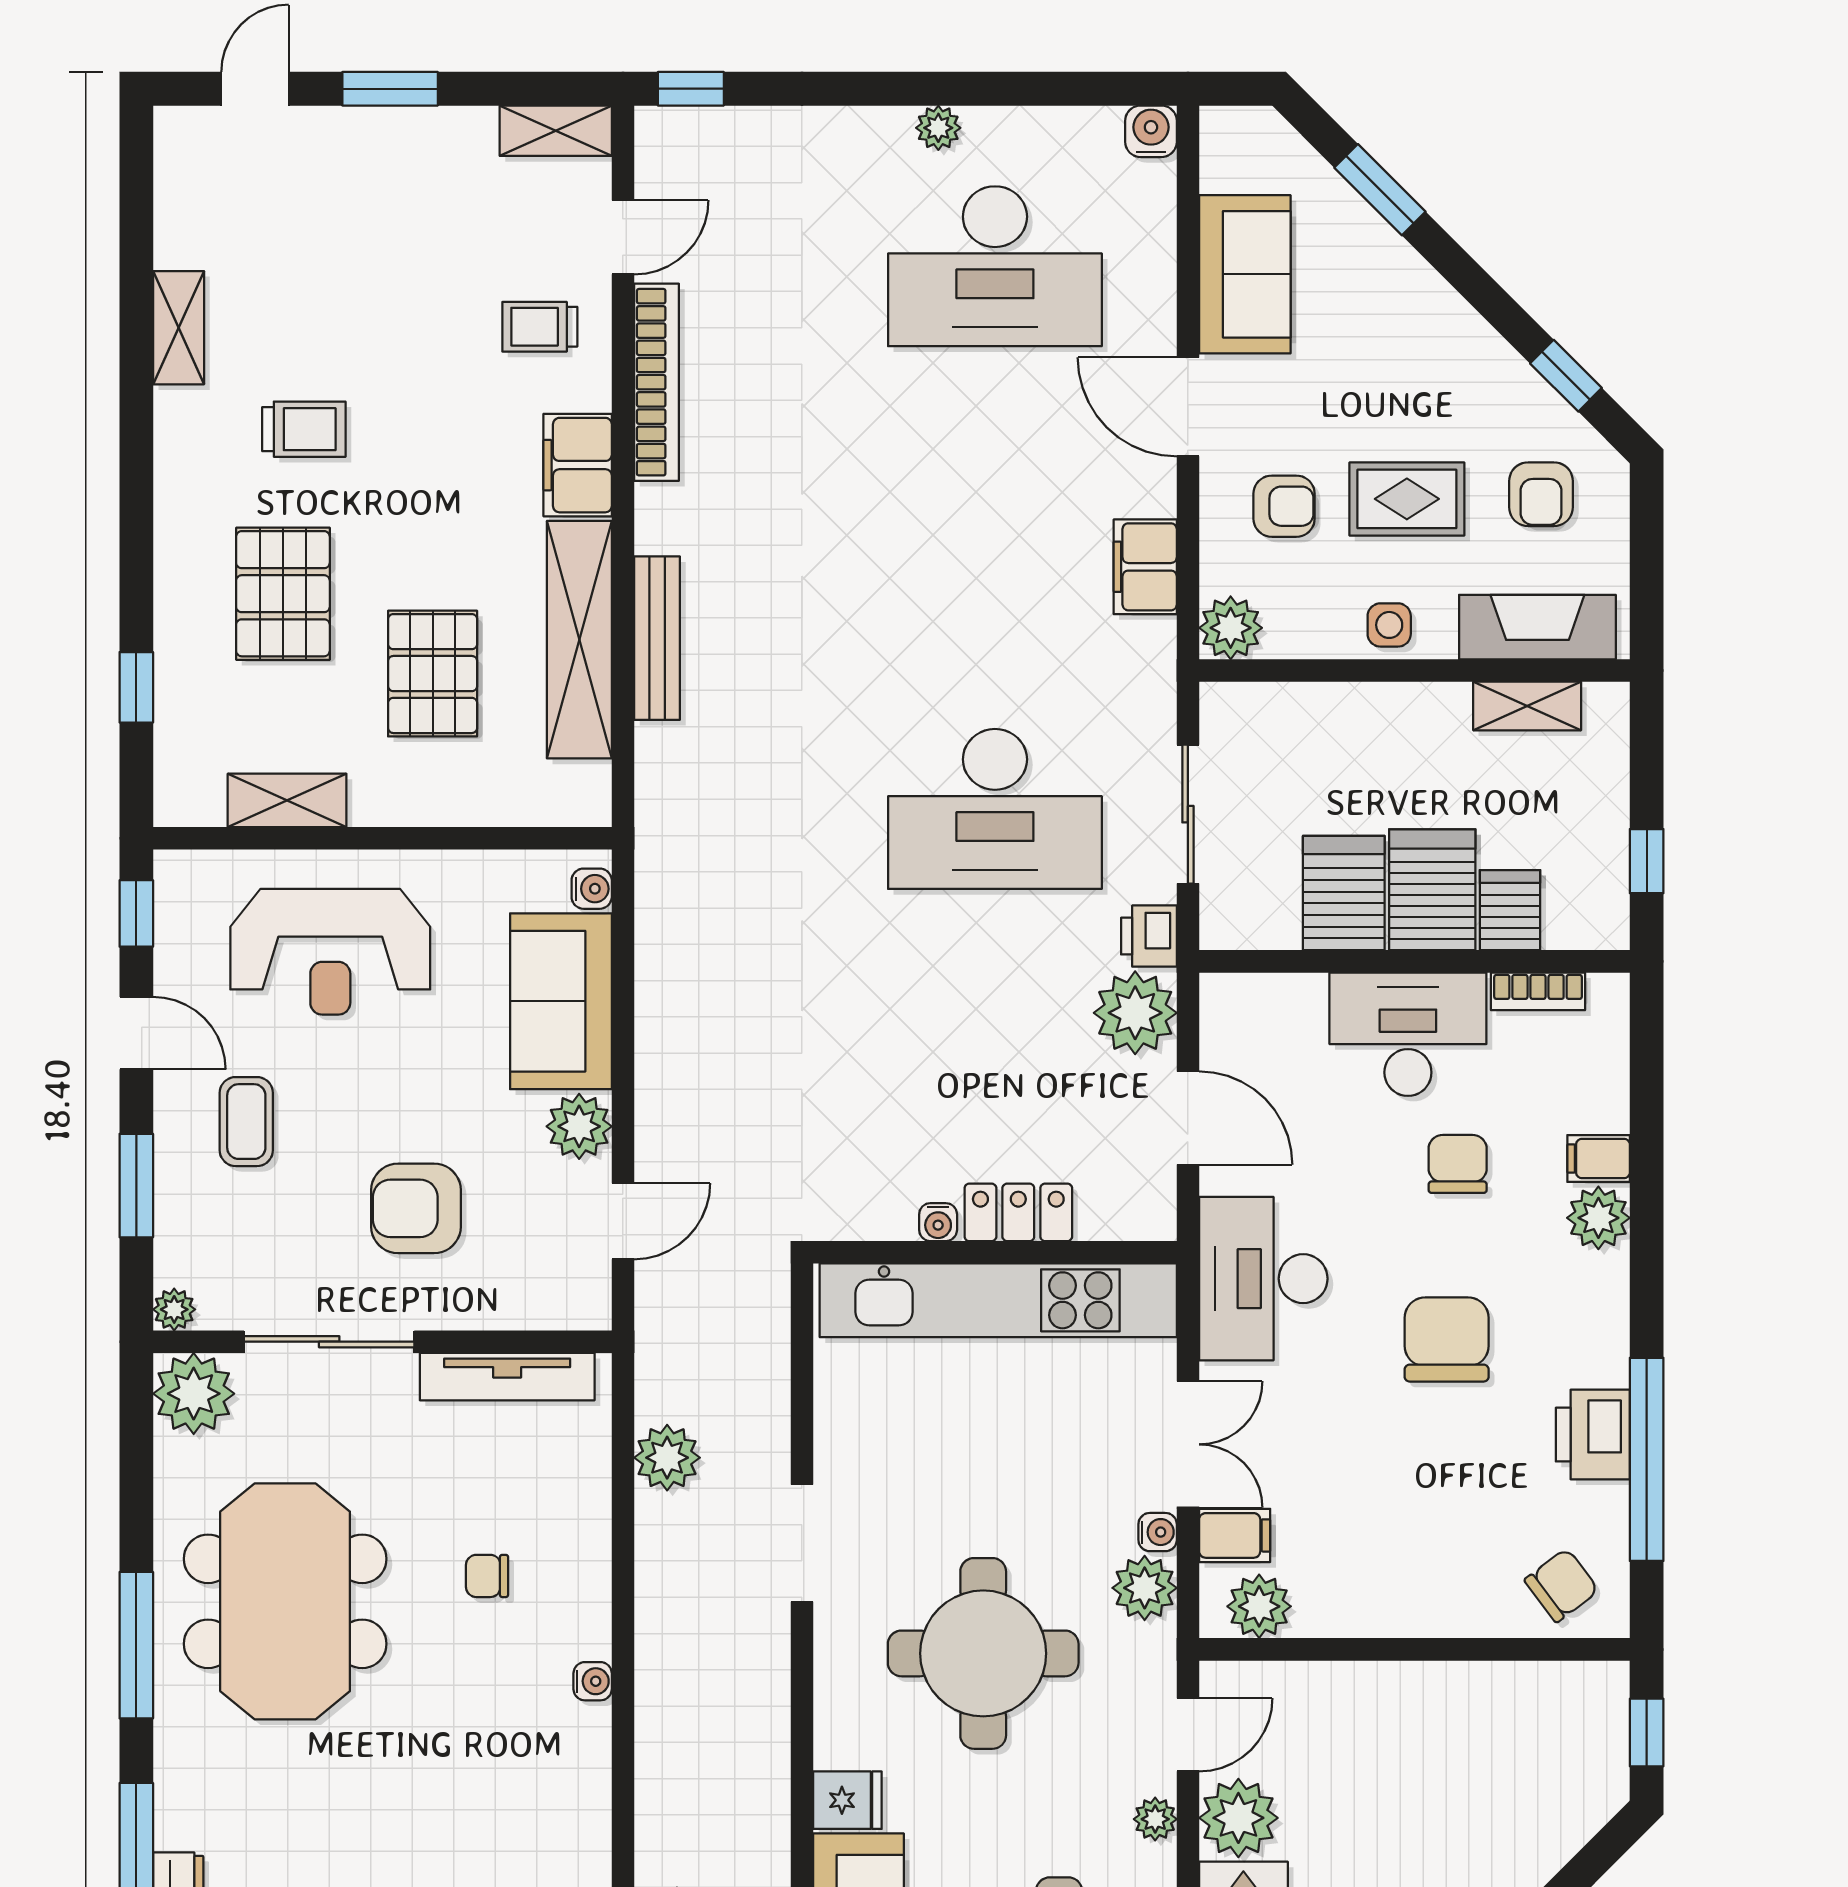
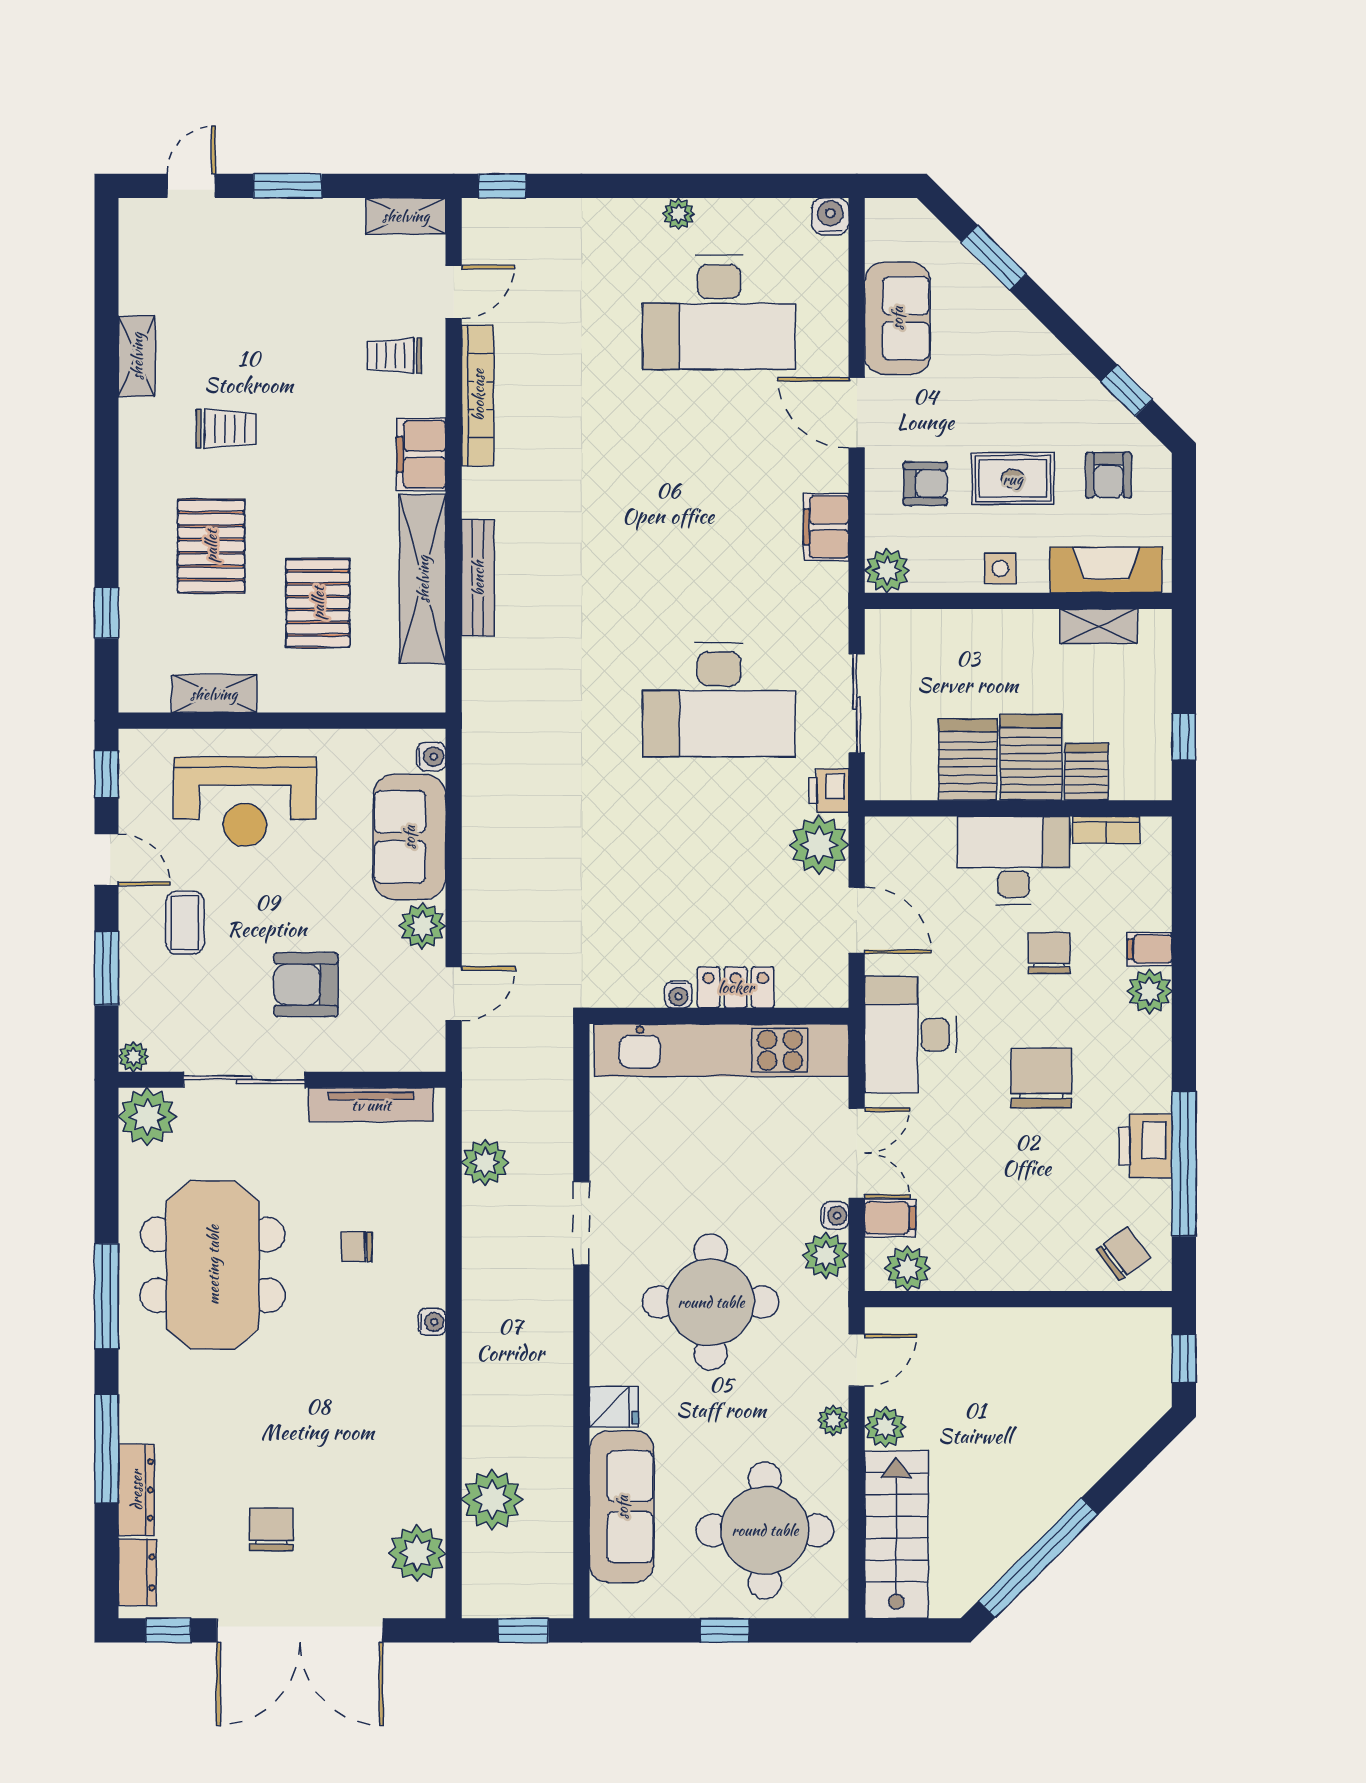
plant: (1238, 1818) -> (885, 1427), width x0.73, depth x0.73

